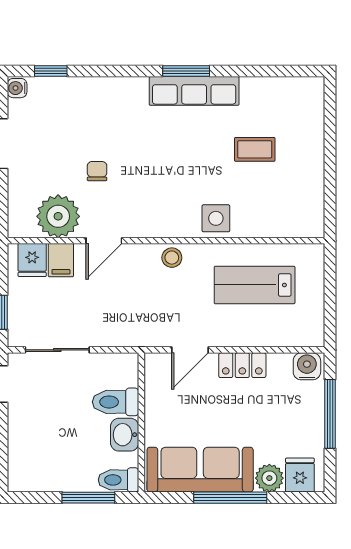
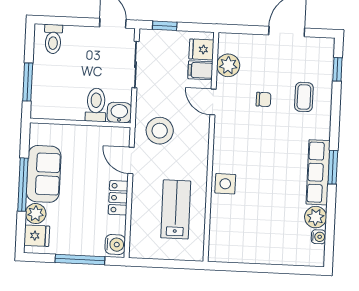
water cooler: (17, 88) -> (319, 237), moved, turned 90
plant: (256, 92) -> (316, 217), added
coffee table: (255, 149) -> (304, 97), moved
plant: (58, 216) -> (228, 65), width x0.73, depth x0.73
stool: (172, 258) -> (160, 131), moved, width x1.89, depth x1.89
washbasin: (125, 435) -> (119, 113), moved
sofa: (200, 470) -> (44, 174), width x0.73
toilet: (118, 480) -> (53, 39), moved, turned 180

